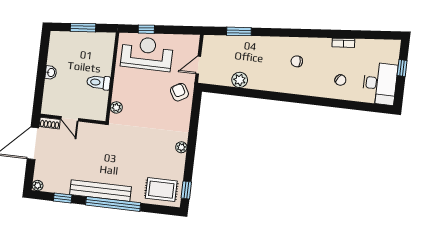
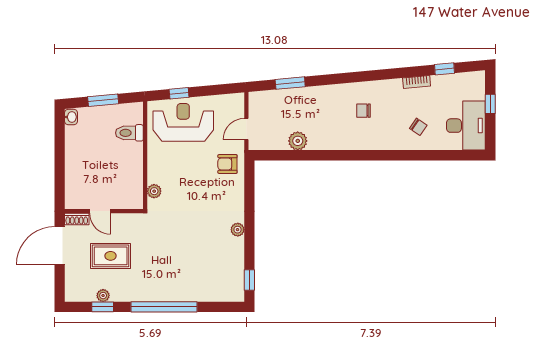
window: (368, 35) -> (445, 69), added
washbasin: (51, 72) -> (71, 117), moved
toilet: (98, 82) -> (129, 133), moved
armchair: (179, 92) -> (227, 164), turned -60
plant: (38, 186) -> (103, 296), moved
rug: (161, 190) -> (111, 256), moved
bench: (101, 191) -> (147, 293), removed

